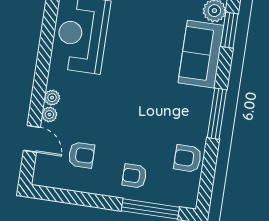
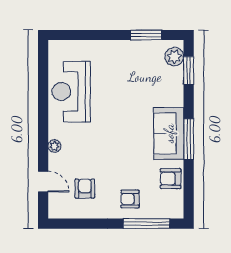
sofa: (201, 54) -> (169, 133), moved
plant: (49, 115) -> (54, 160), removed
armchair: (81, 155) -> (85, 189), turned -90

